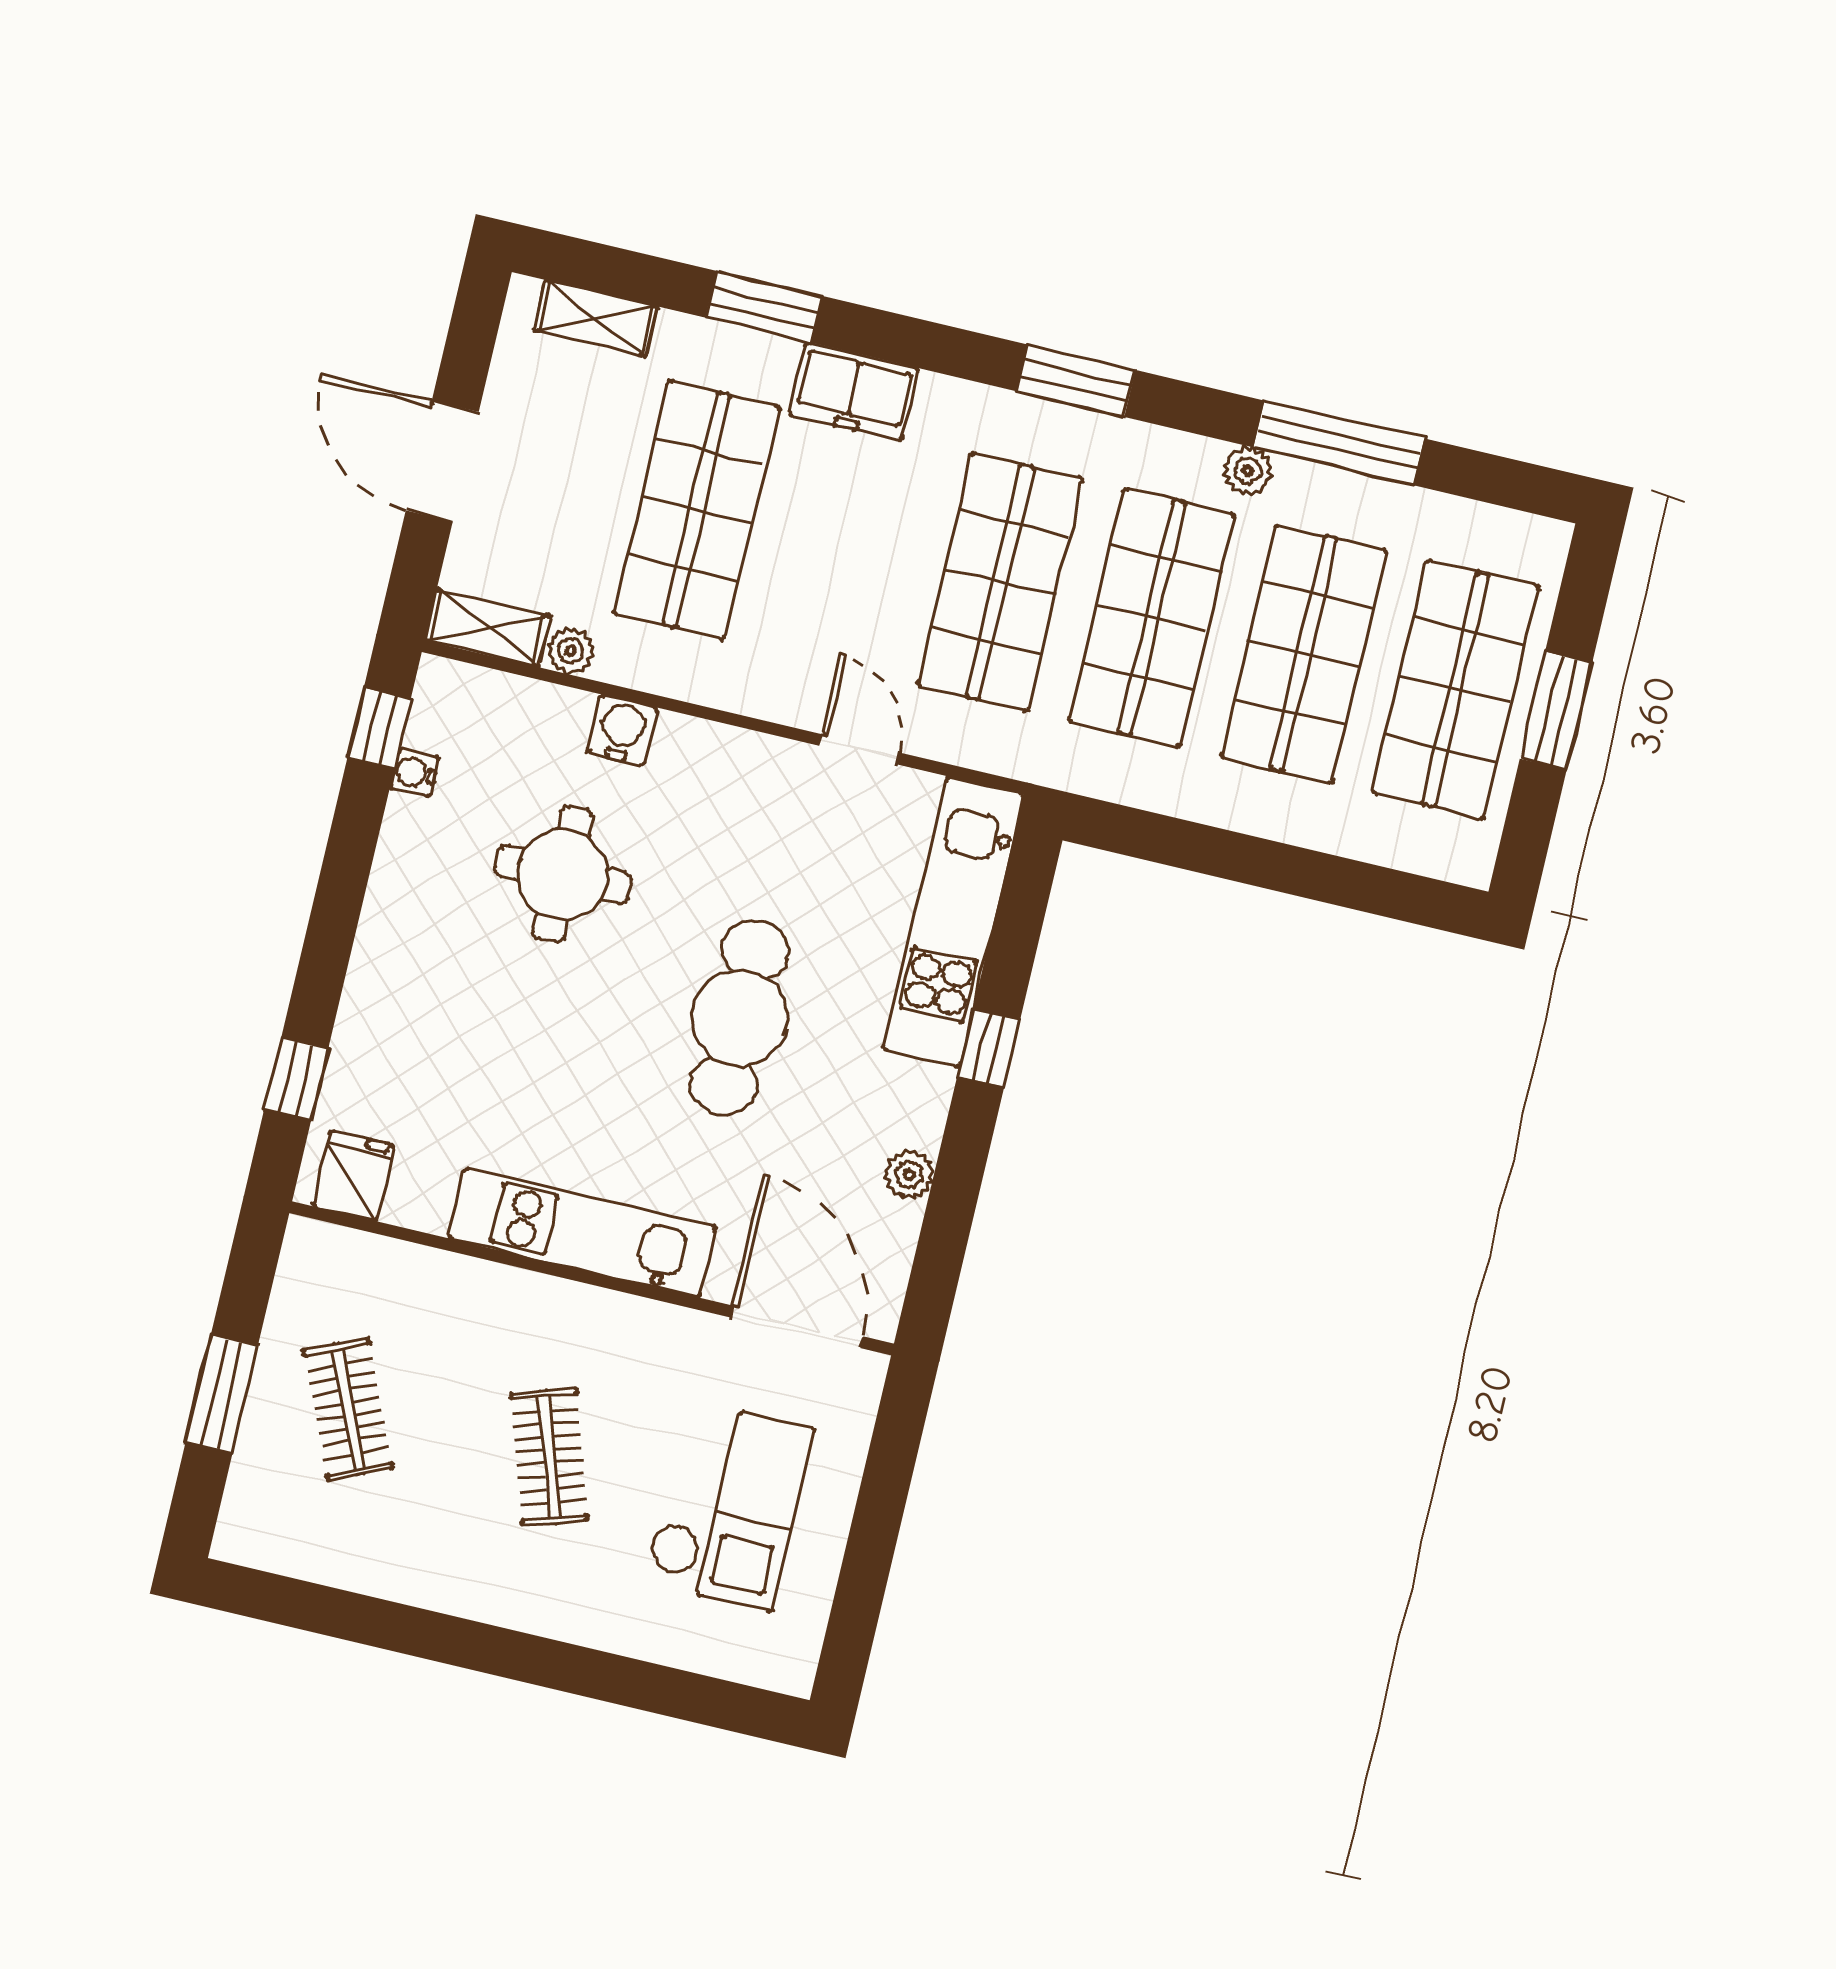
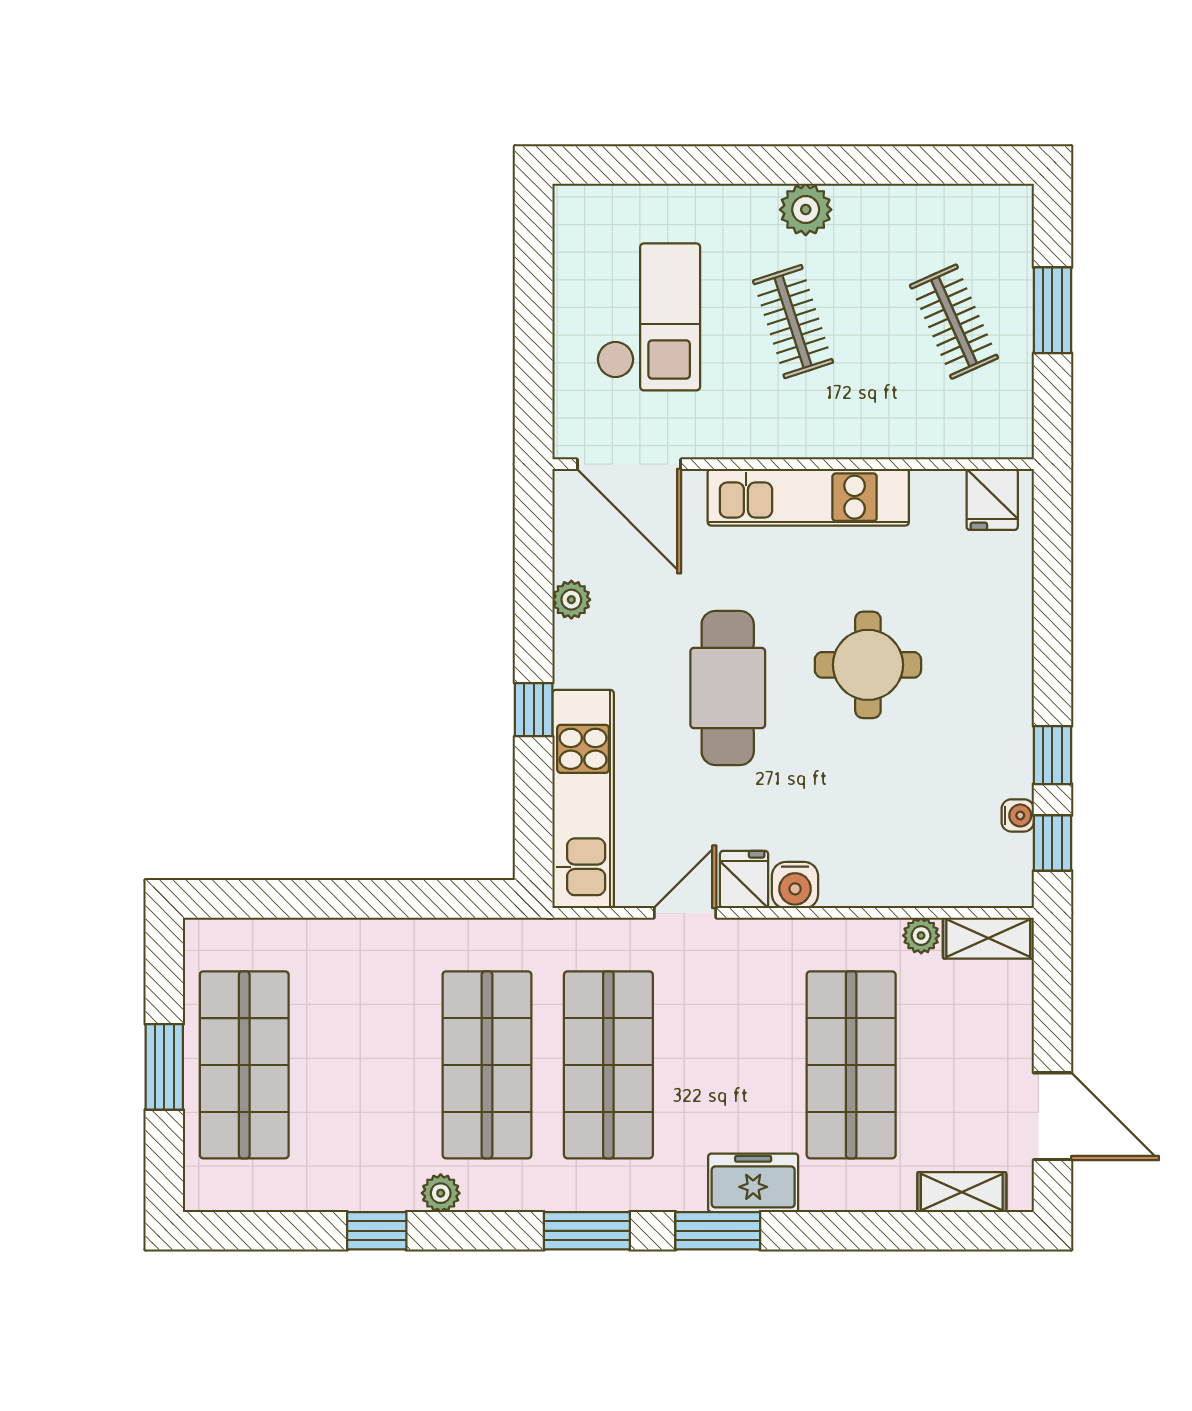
window: (764, 307) -> (718, 1231), moved
window: (1339, 443) -> (377, 1231), width x0.46
door: (442, 461) -> (1052, 1116), moved
shop shelf: (1304, 654) -> (366, 1065), removed
water cooler: (622, 730) -> (795, 885), moved
door: (859, 749) -> (685, 913), swing flipped
fridge: (776, 773) -> (744, 880), added
round table: (563, 874) -> (868, 665), moved
window: (296, 1079) -> (1052, 755), moved
checkout: (729, 1505) -> (648, 317), turned 180
plant: (501, 1593) -> (806, 210), added

